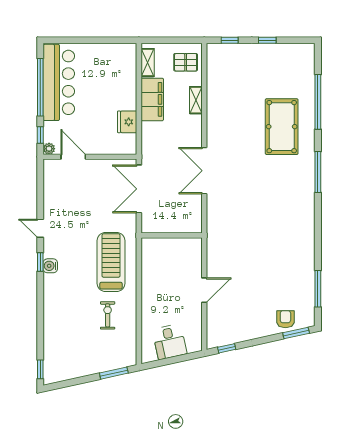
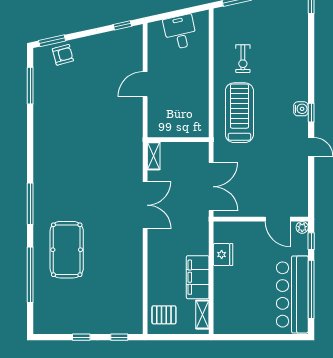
shelving: (196, 100) -> (154, 156), moved
treadmill: (111, 262) -> (239, 113), turned 180
armchair: (285, 319) -> (63, 55), turned -105

